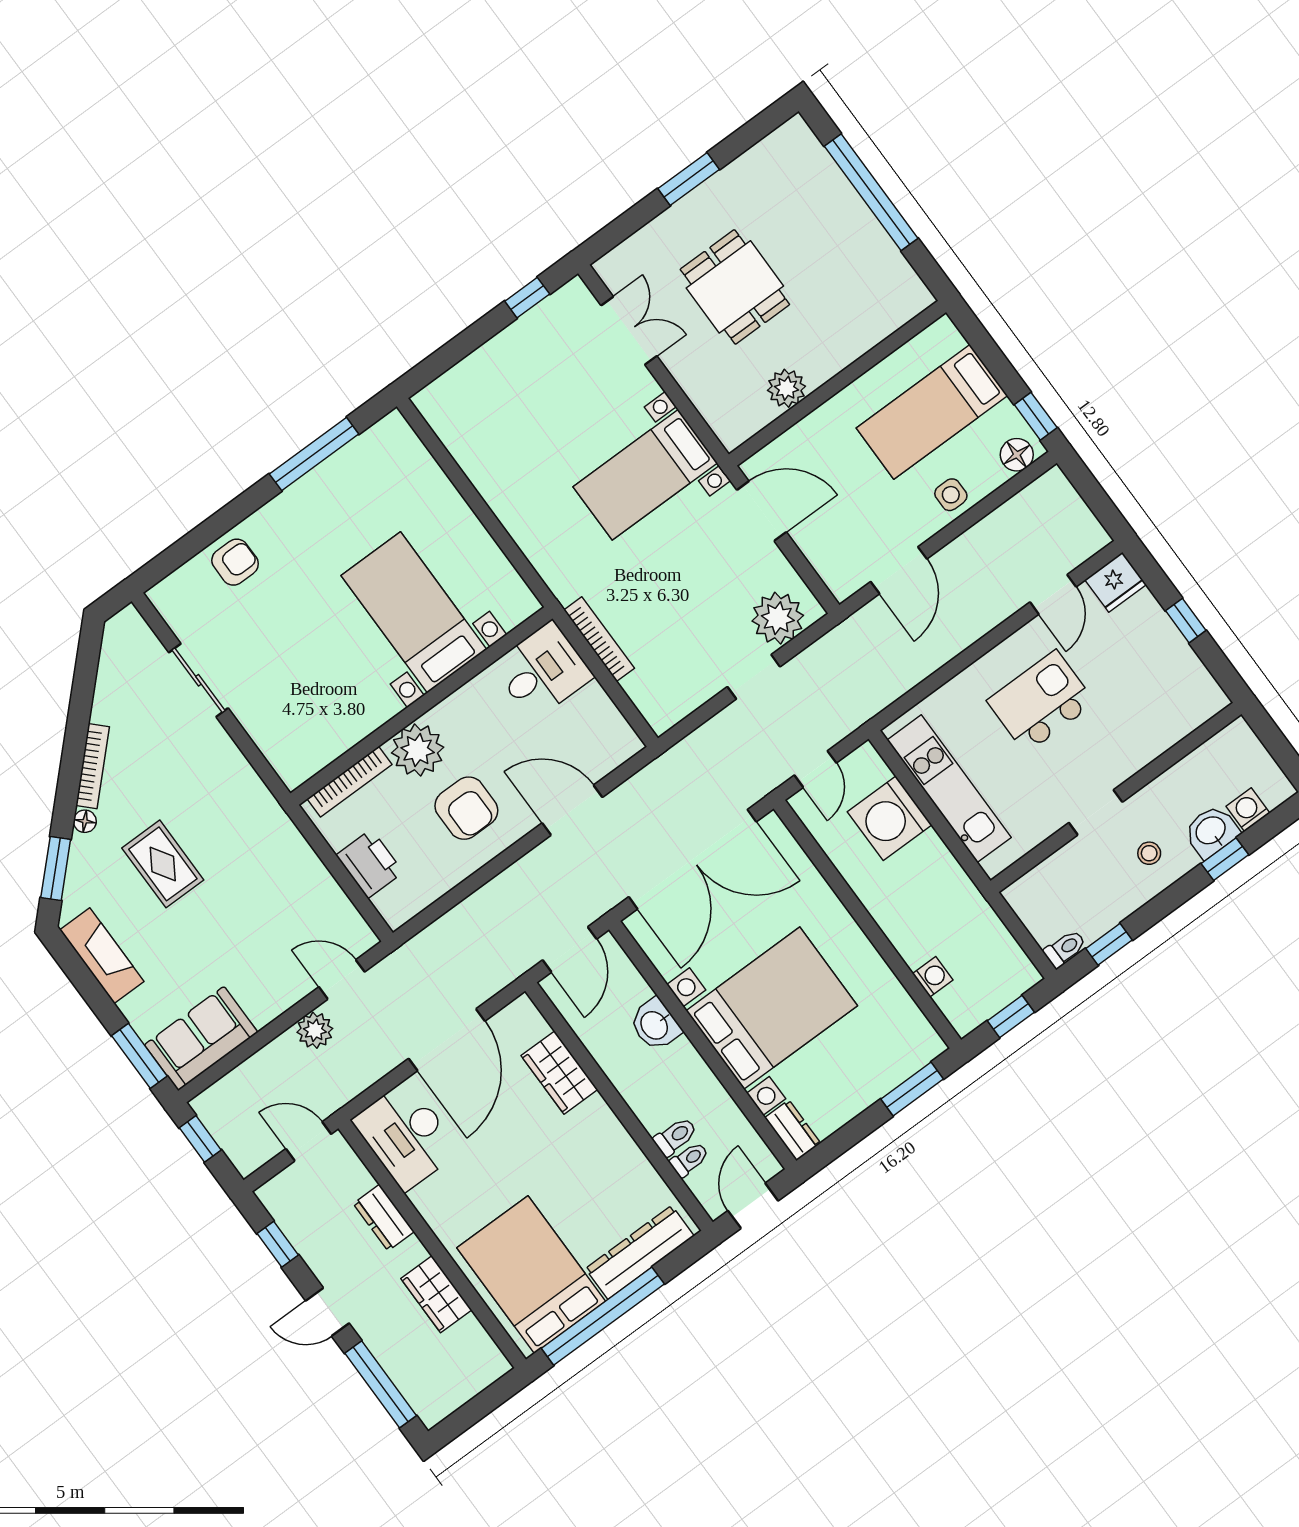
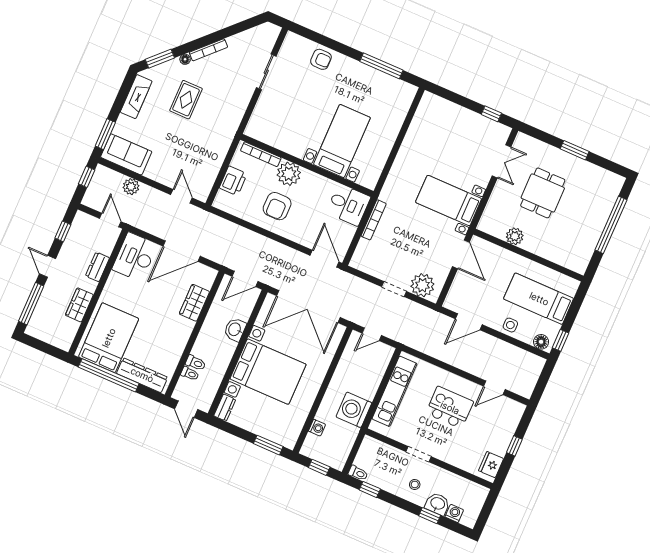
fridge: (1116, 582) -> (491, 465), moved, turned 90
door: (572, 810) -> (324, 259), moved
washing machine: (890, 818) -> (354, 410), moved
plant: (315, 1030) -> (131, 187), moved
door: (753, 1206) -> (186, 409), swing flipped

